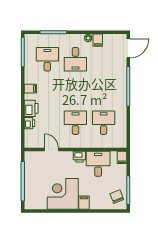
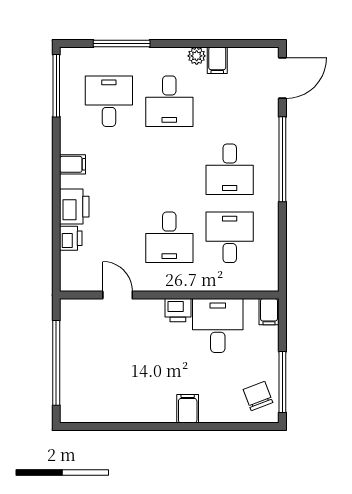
desk: (104, 91) -> (230, 169), added
desk: (75, 123) -> (169, 237), turned 180
corner desk: (63, 194) -> (142, 390), removed

